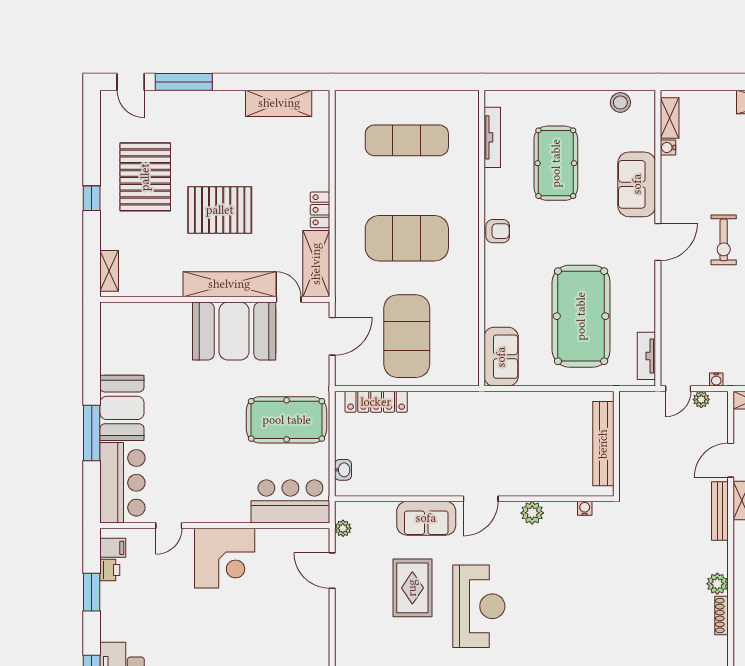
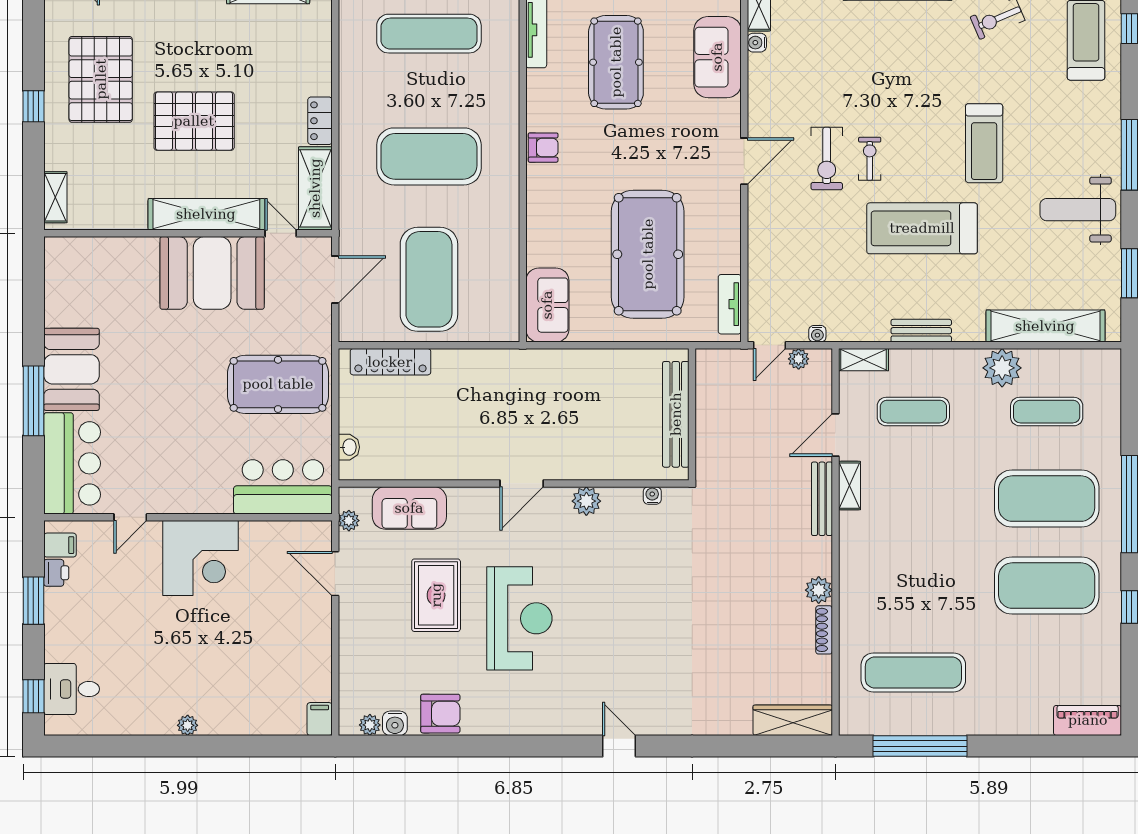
sofa: (637, 184) -> (717, 57), moved
sofa: (426, 518) -> (409, 508), moved

